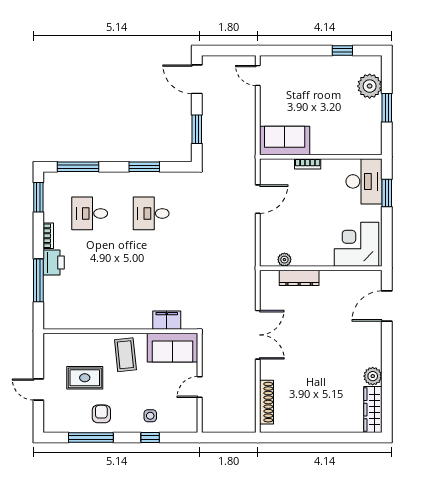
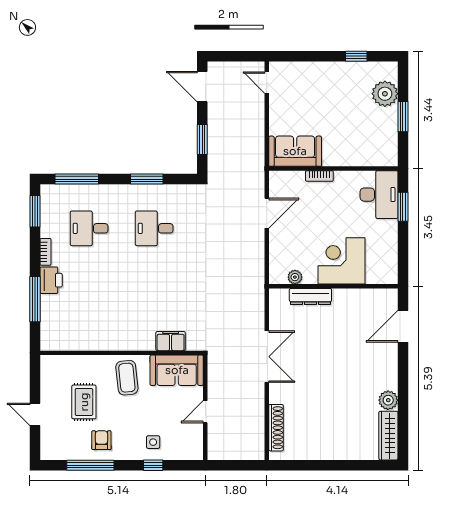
corner desk: (356, 244) -> (342, 261), moved
rug: (85, 378) -> (84, 402), turned 90

